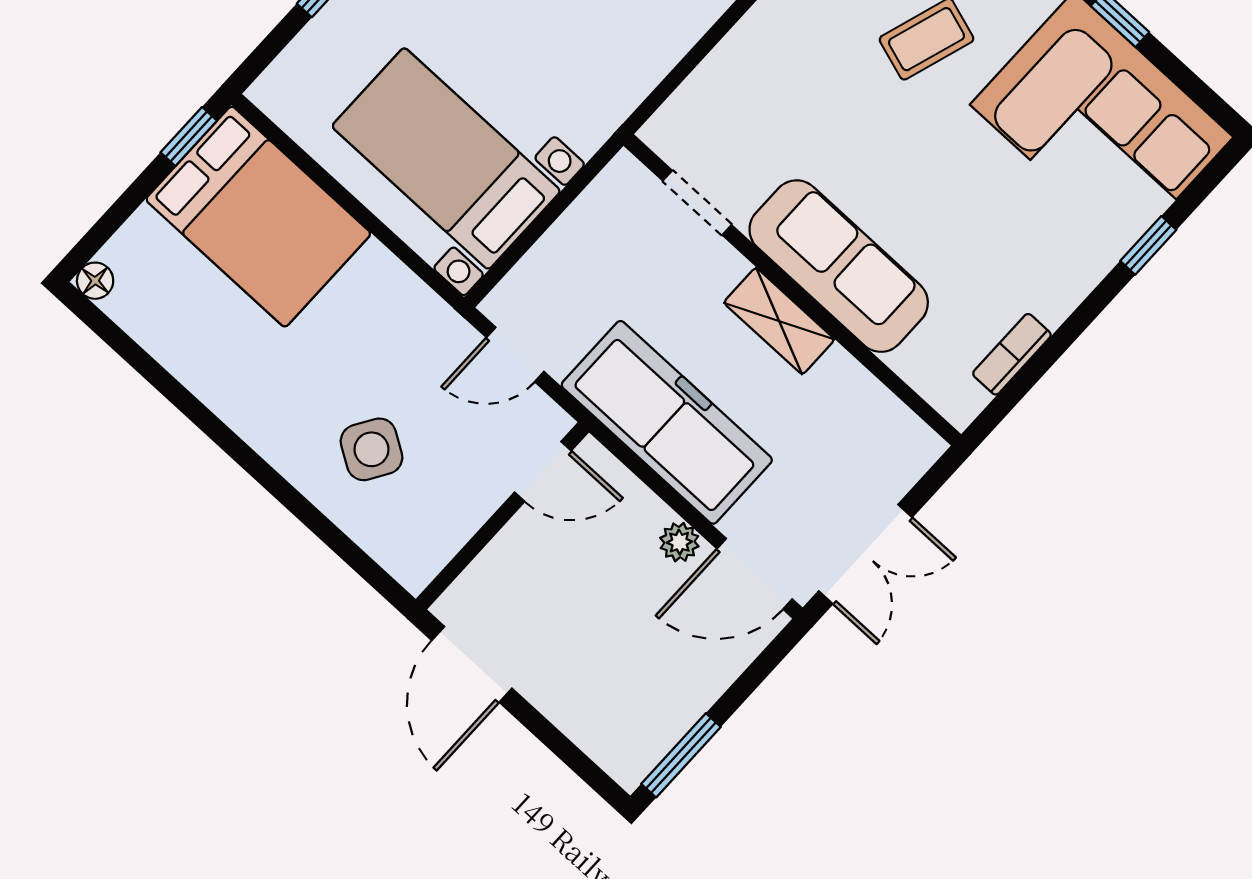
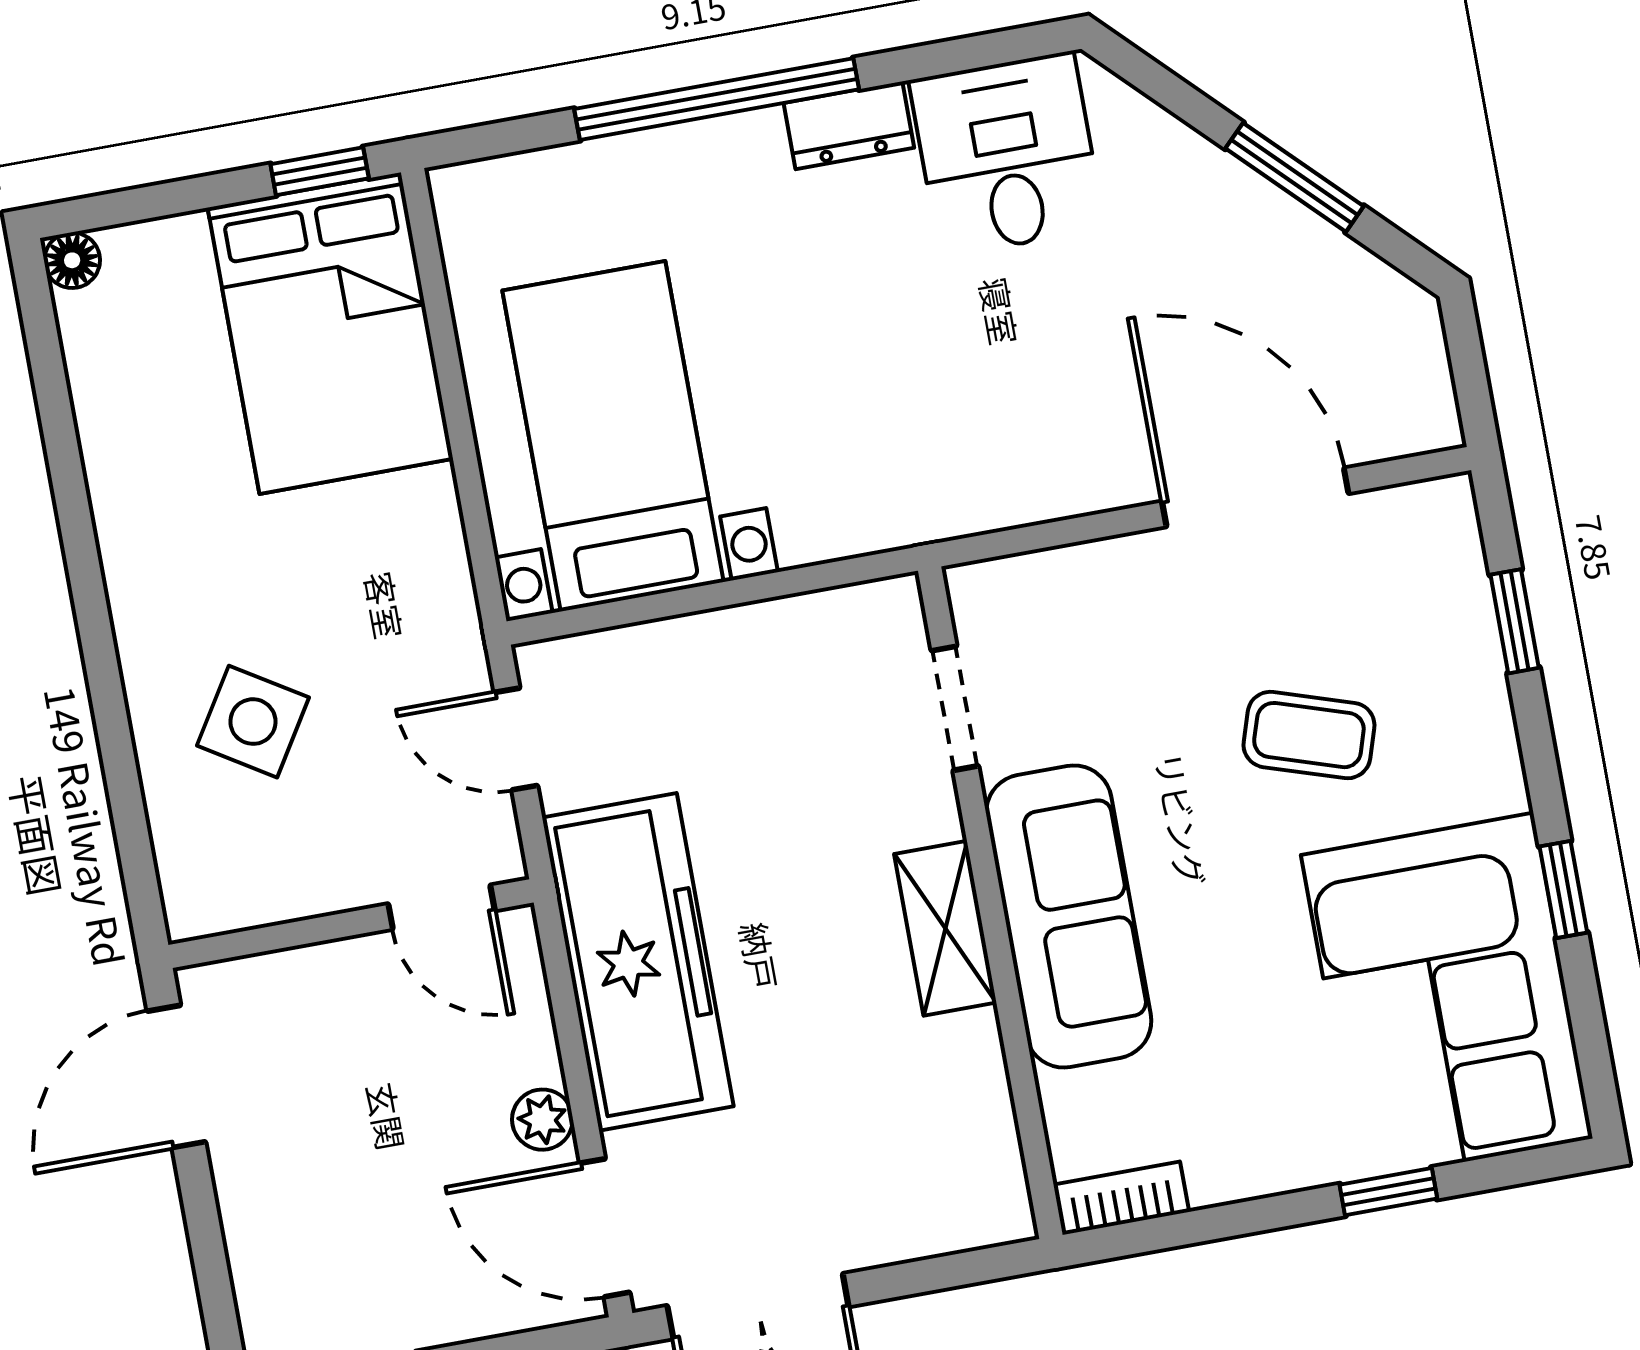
doorway: (697, 203) -> (955, 708), moved
sofa: (839, 266) -> (1069, 916), moved
wall: (792, 290) -> (990, 903), moved
shelving: (779, 321) -> (945, 928), moved

